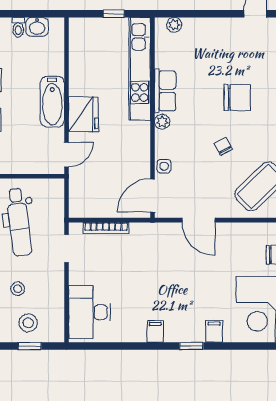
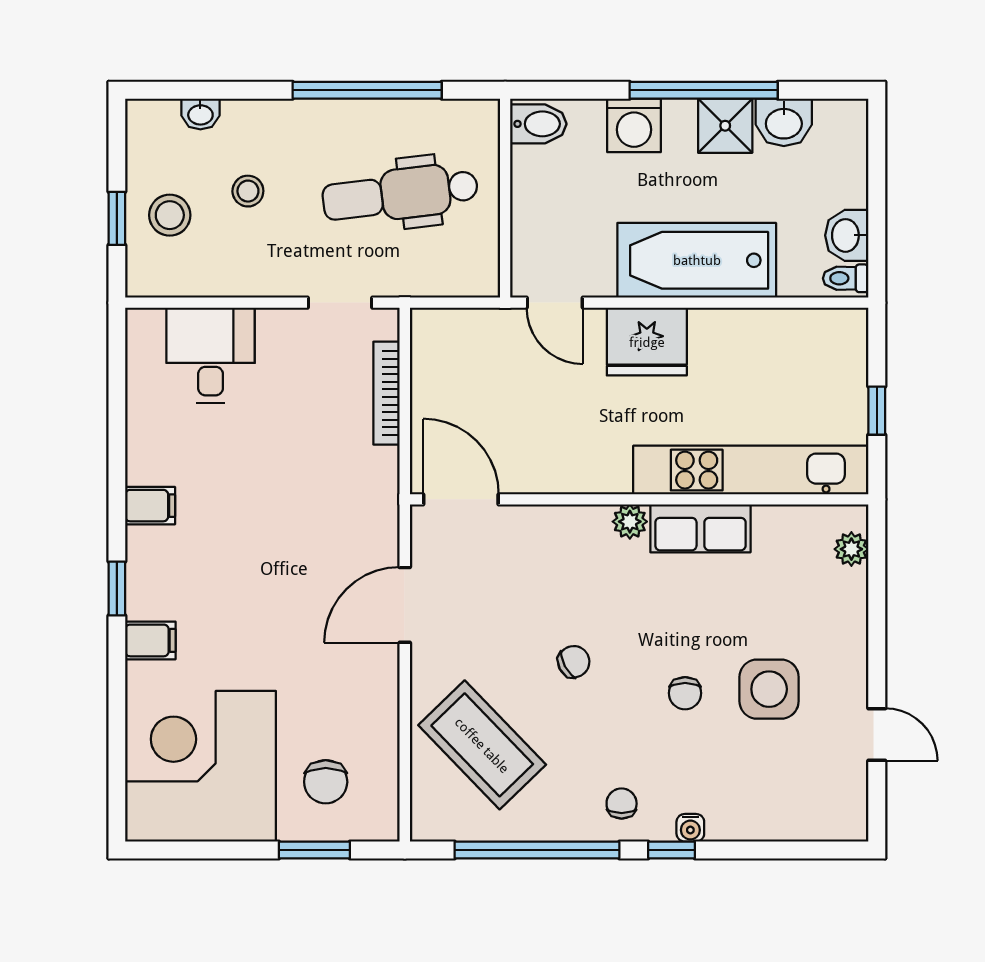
toilet: (18, 27) -> (846, 278), moved
chair: (237, 98) -> (685, 693), width x0.54, depth x0.54
bathtub: (52, 102) -> (697, 260), width x1.36, depth x1.36
side table: (164, 166) -> (769, 689), moved, width x1.87, depth x1.87
desk: (89, 312) -> (211, 355), width x0.73

